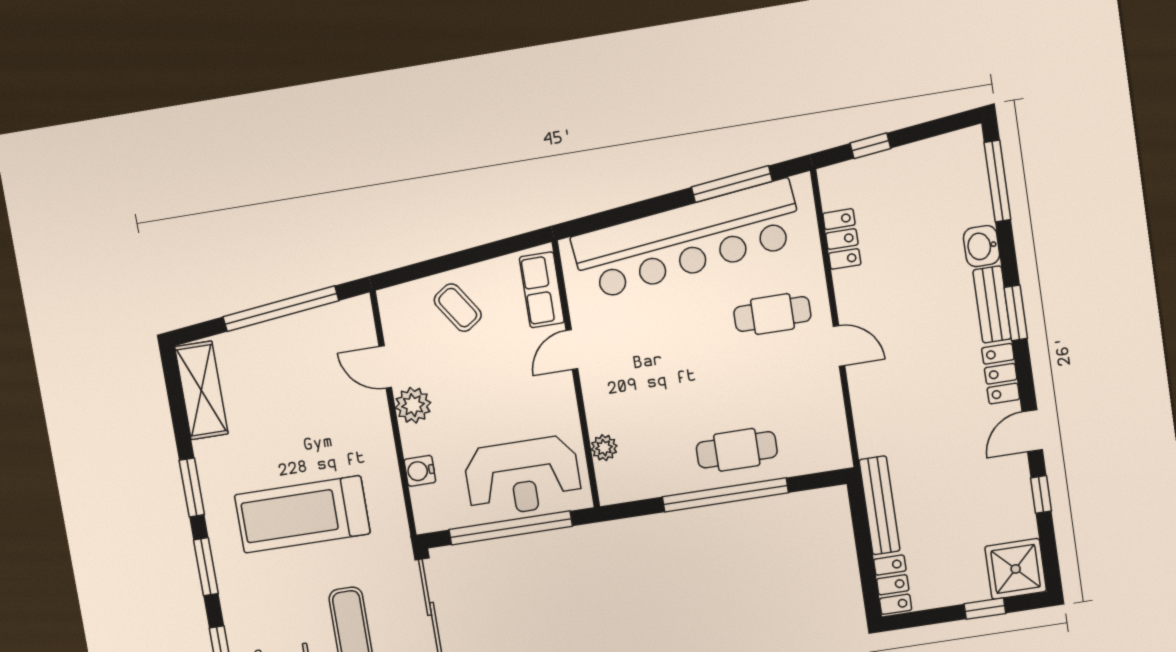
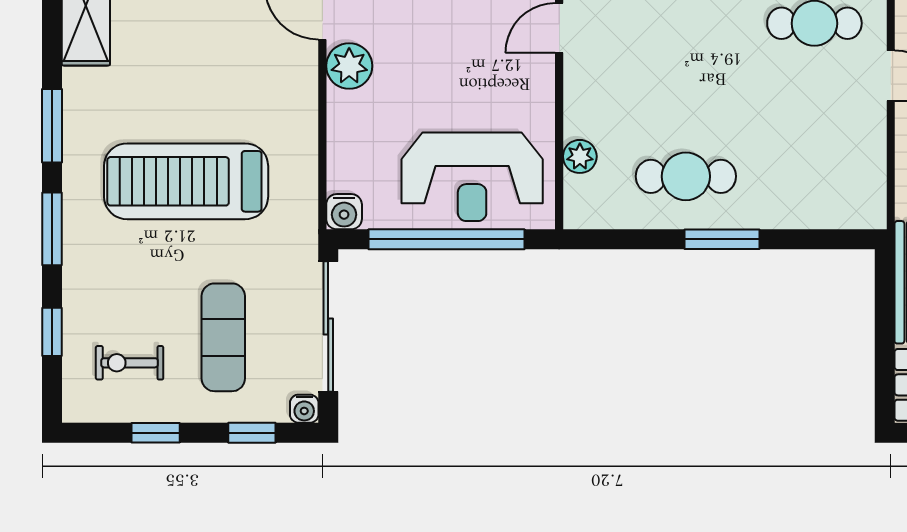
cafe table: (737, 450) -> (686, 176), moved
water cooler: (420, 471) -> (344, 212), moved, turned -90
window: (725, 495) -> (722, 239), width x0.47

